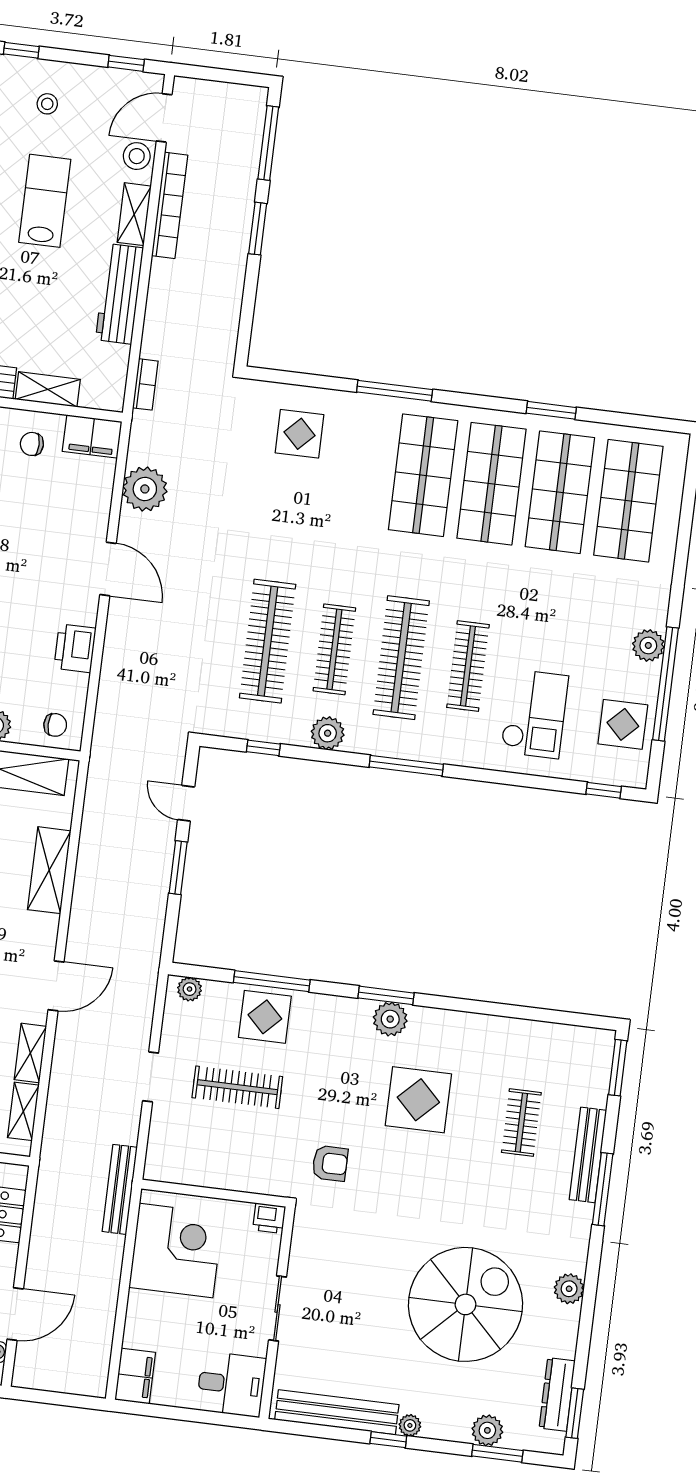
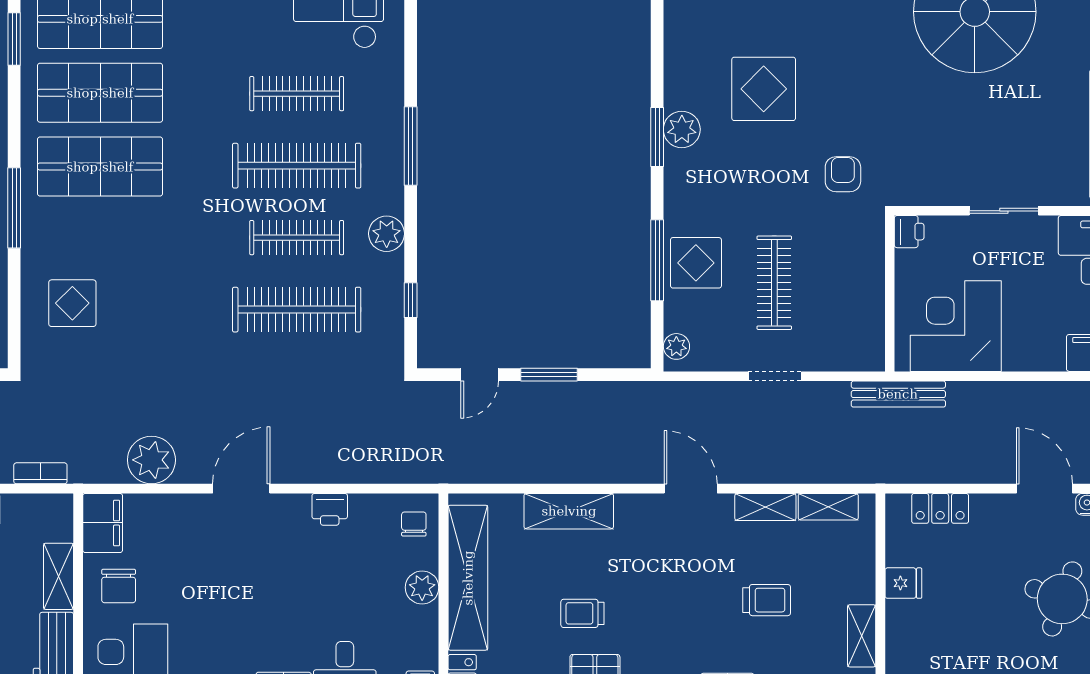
chair: (32, 444) -> (119, 586), width x1.37, depth x1.37
printer: (75, 648) -> (330, 509), width x0.73, depth x0.81

